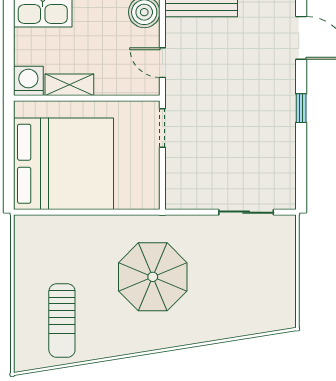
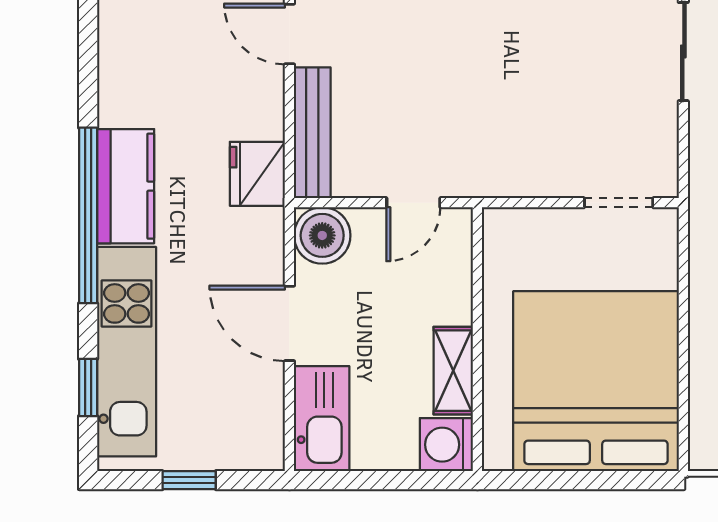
doorway: (162, 128) -> (619, 203), moved

